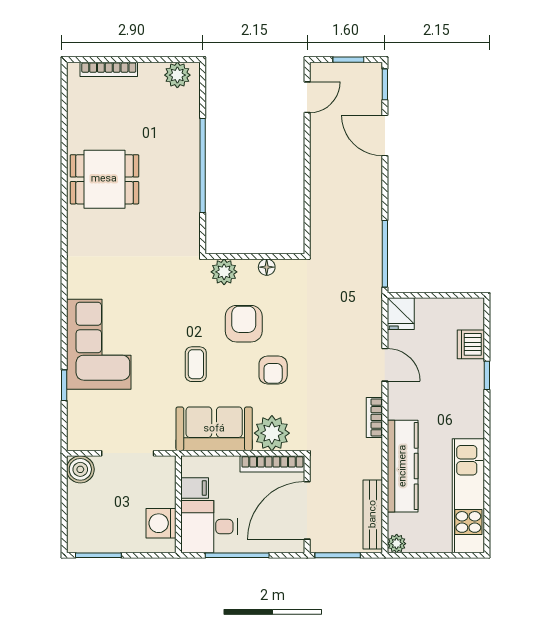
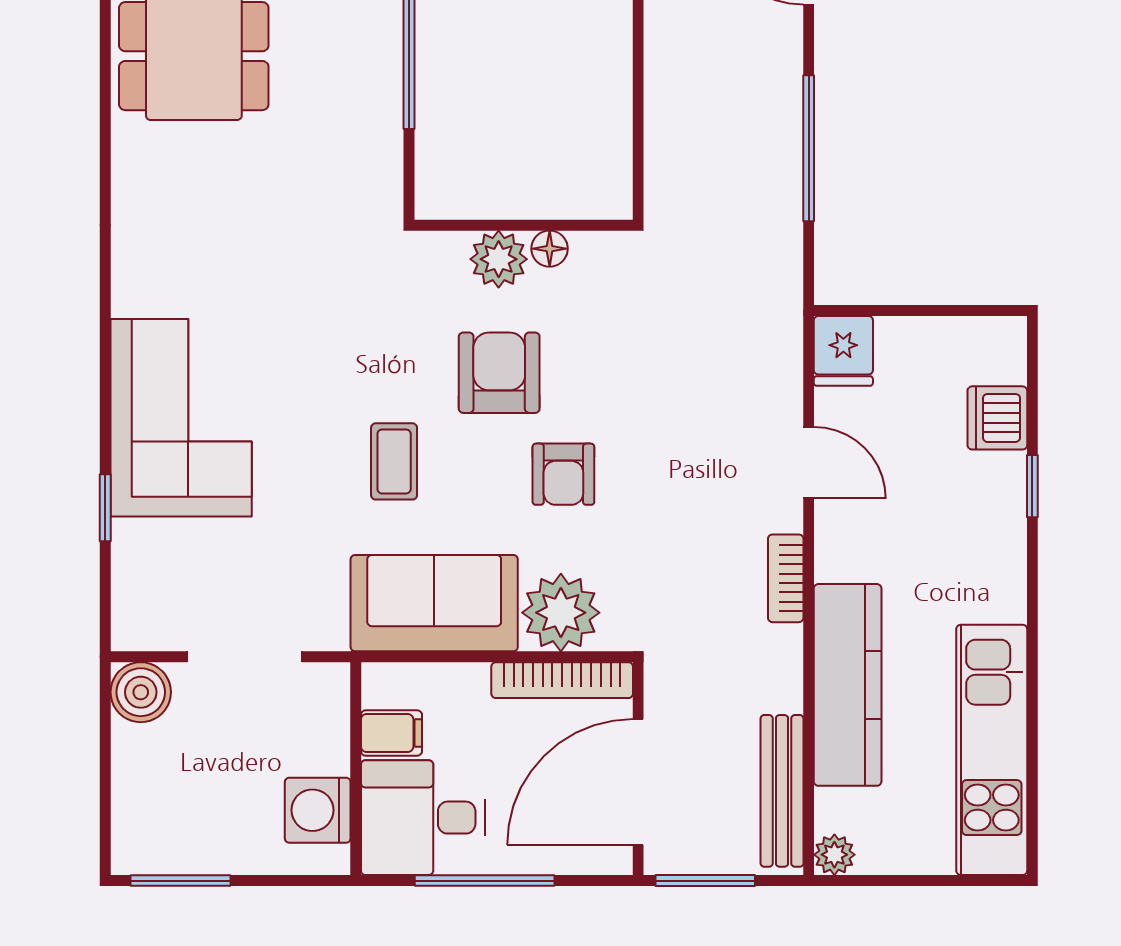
window: (385, 254) -> (809, 148), moved
plant: (224, 272) -> (499, 259), moved

